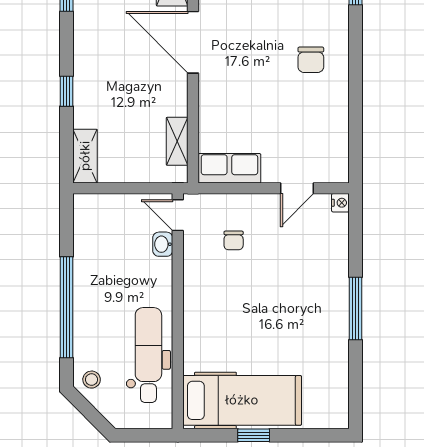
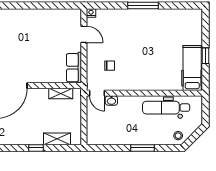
chair: (311, 60) -> (21, 28), removed
shelving: (85, 156) -> (57, 139), moved
door: (178, 215) -> (97, 93), hinge flipped
window: (66, 307) -> (143, 148), width x0.47
hospital bed: (242, 400) -> (192, 68), width x0.73, depth x0.78

